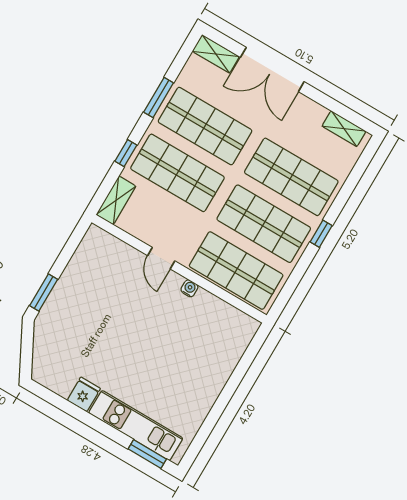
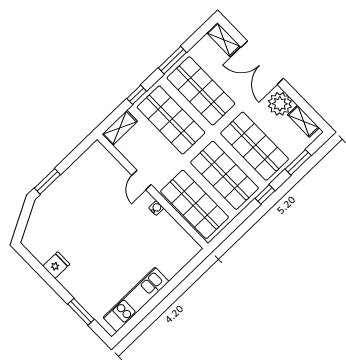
plant: (308, 115) -> (280, 104), added
window: (352, 182) -> (298, 162), added
kitchen unit: (136, 426) -> (136, 299), moved, turned -90
window: (147, 454) -> (81, 312), moved

